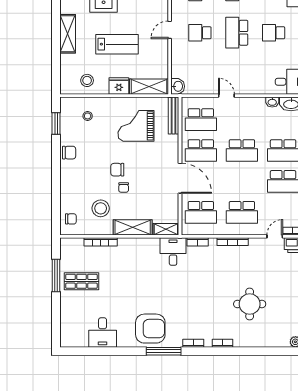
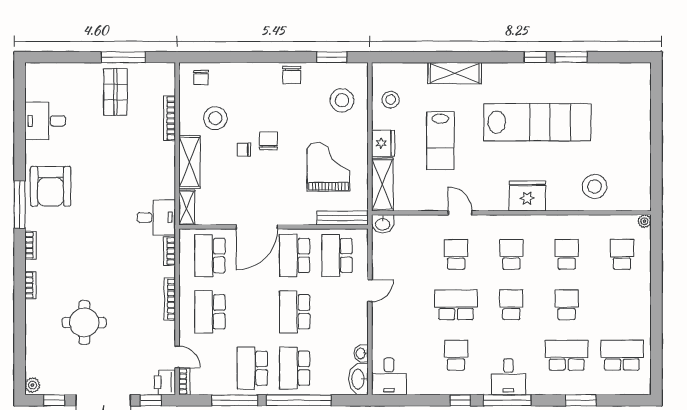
stool: (88, 116) -> (342, 100), width x1.89, depth x1.89

